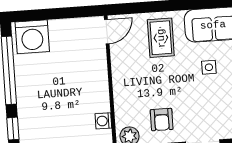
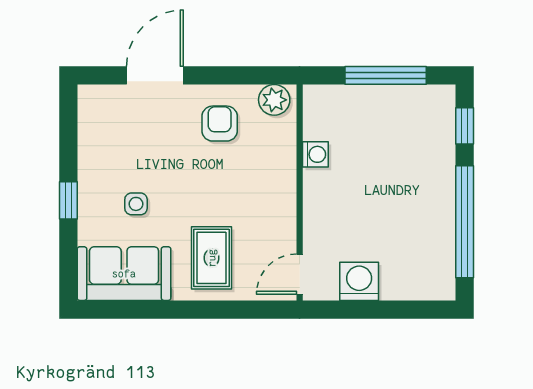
washing machine: (32, 37) -> (359, 281), moved, width x0.73, depth x0.73
washing machine: (103, 121) -> (315, 154), moved

